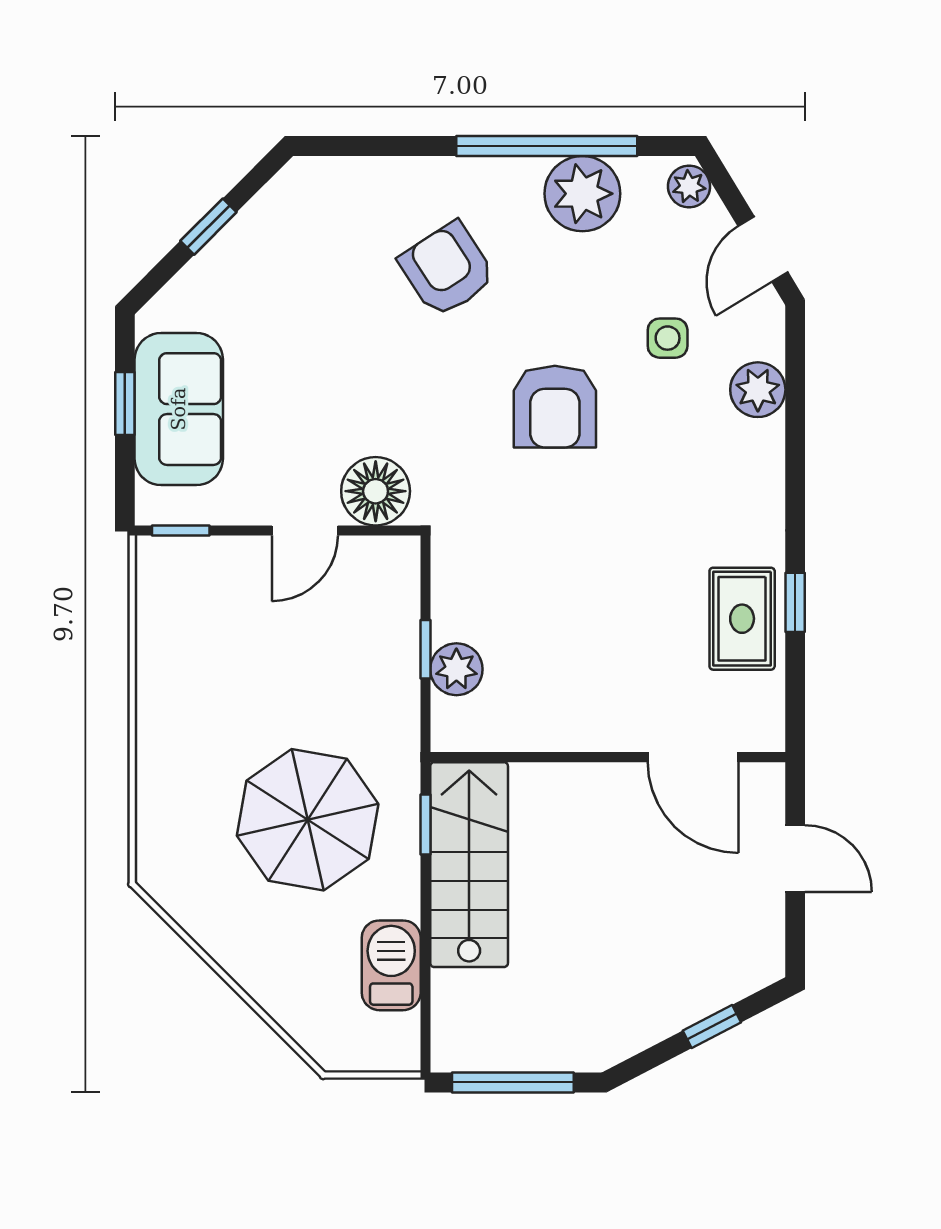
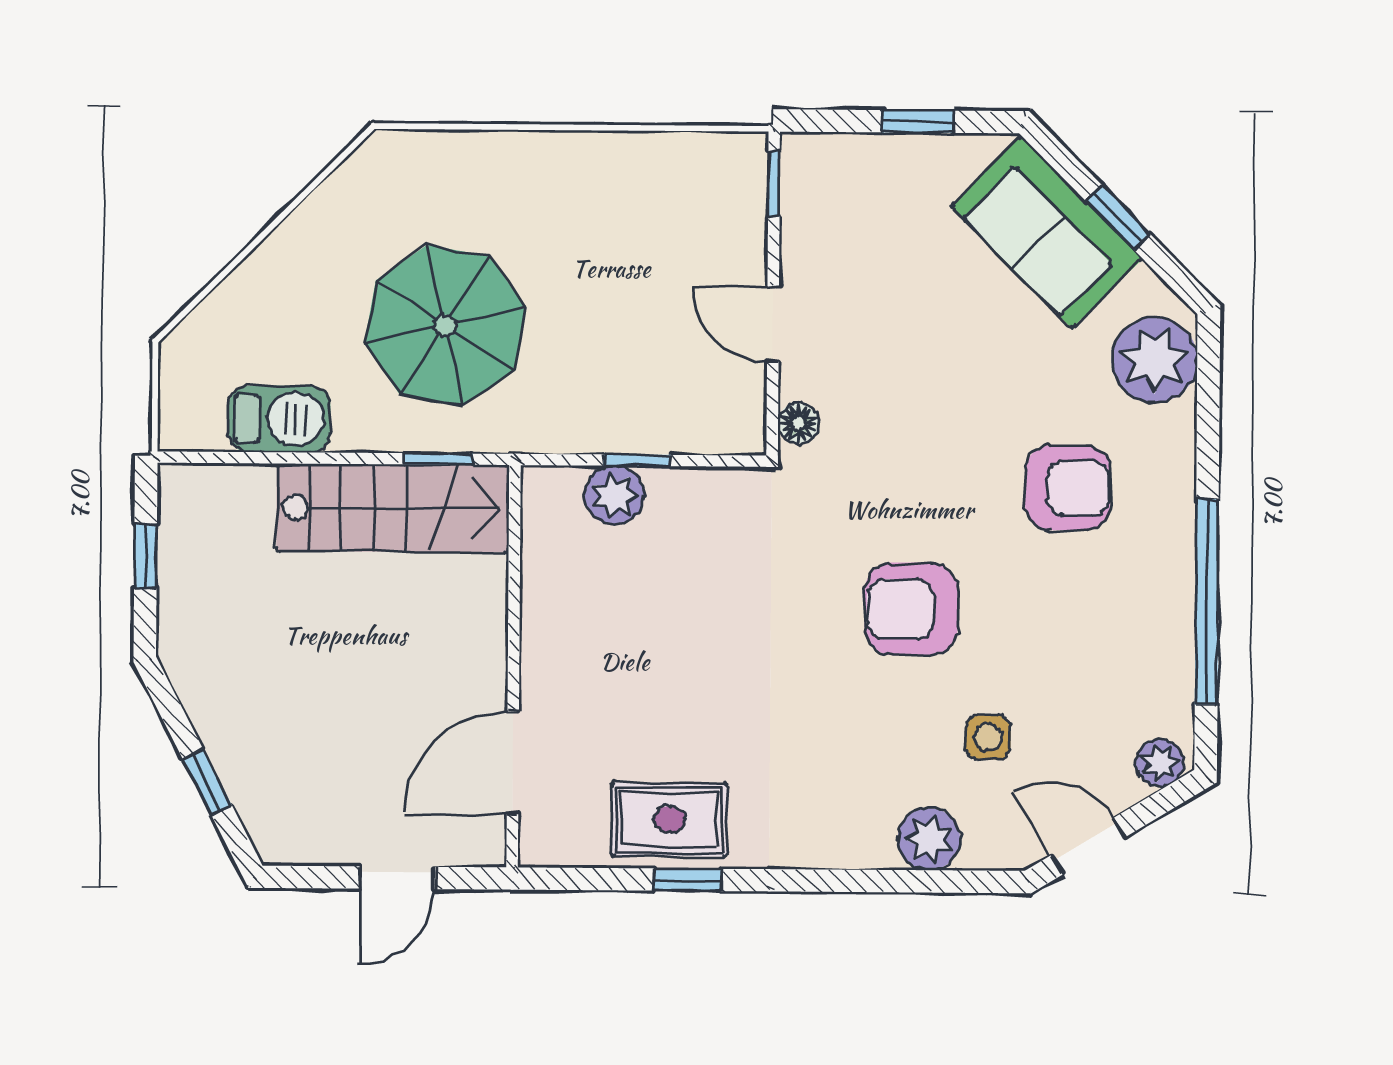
plant: (582, 194) -> (1155, 360), moved
armchair: (447, 269) -> (1068, 488), turned 33
sofa: (179, 409) -> (1047, 232), moved, turned 45
floor lamp: (376, 491) -> (798, 423), width x0.53, depth x0.53
window: (513, 1082) -> (146, 556), width x0.46

